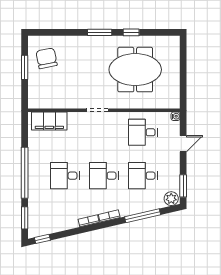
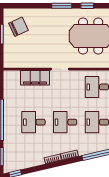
chair: (47, 58) -> (19, 27), turned 76
filing cabinet: (49, 121) -> (35, 78), moved

